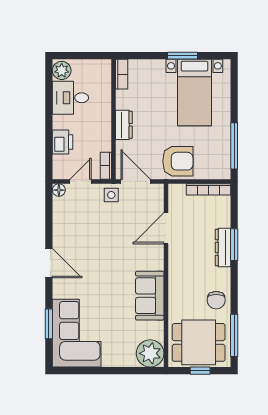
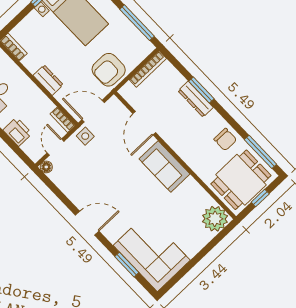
armchair: (178, 161) -> (109, 70), turned 180
sofa: (150, 296) -> (164, 166), moved

